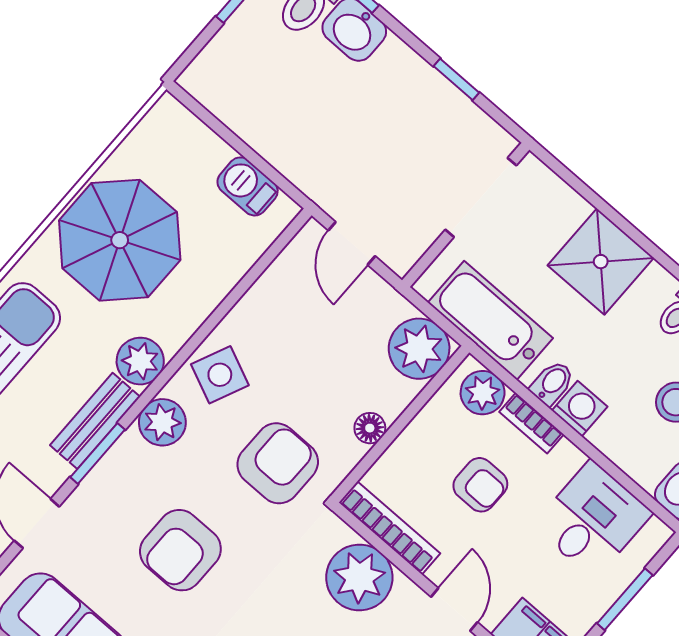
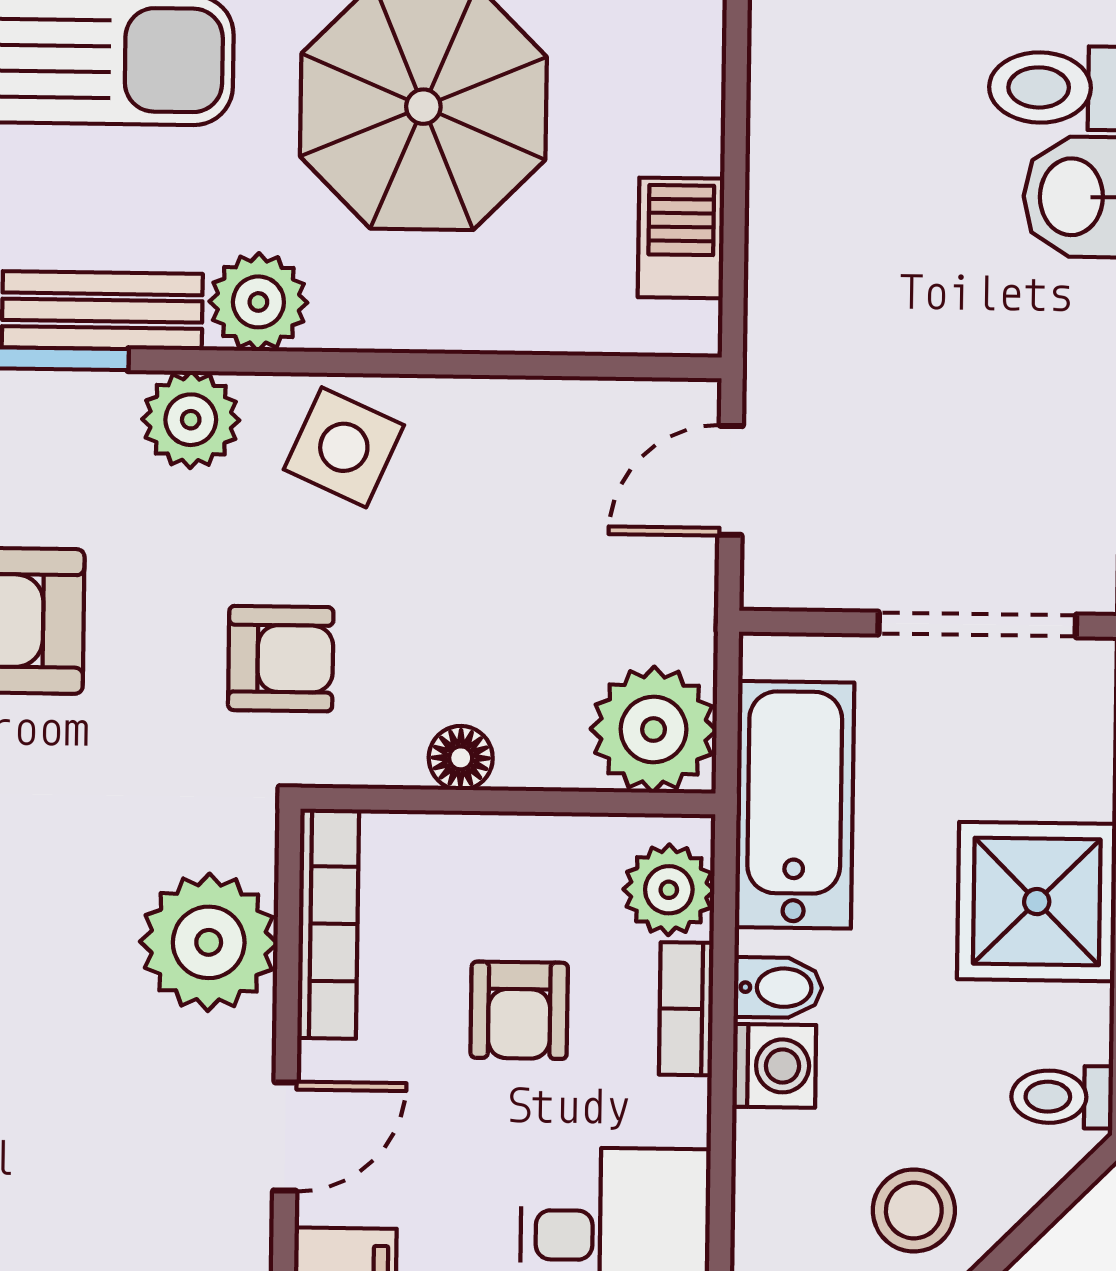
armchair: (278, 463) -> (281, 659), width x0.72, depth x0.72

